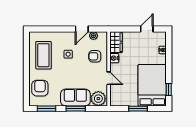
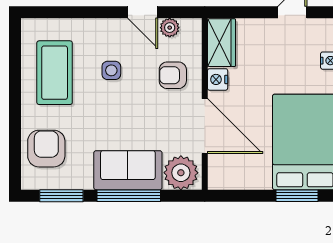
door: (82, 29) -> (143, 12), hinge flipped
door: (109, 78) -> (205, 126), width x1.88
window: (76, 109) -> (129, 196), width x1.44
window: (138, 109) -> (297, 196), moved

